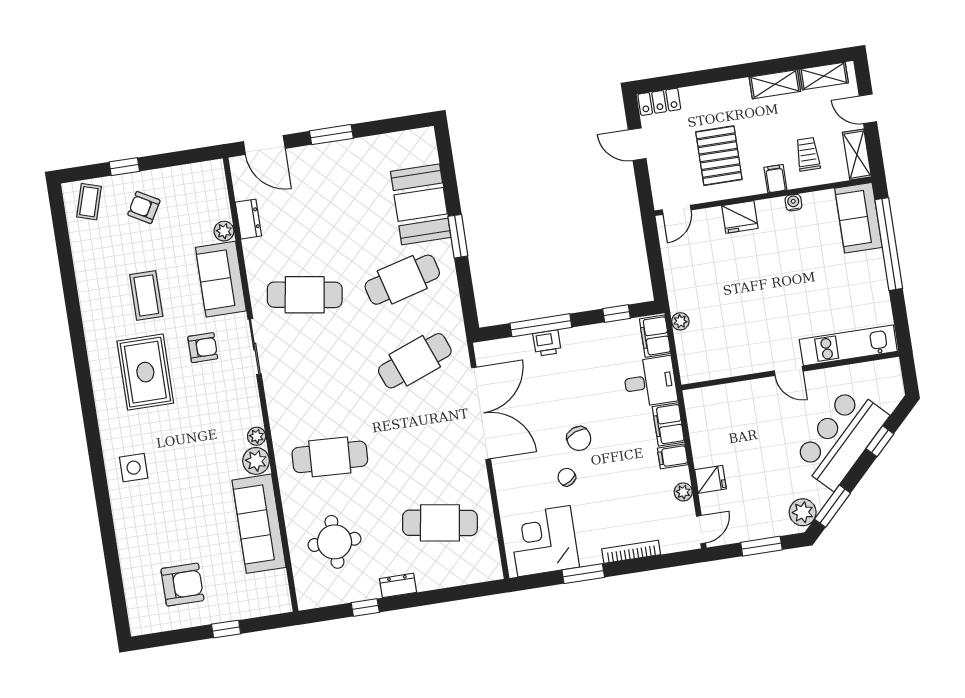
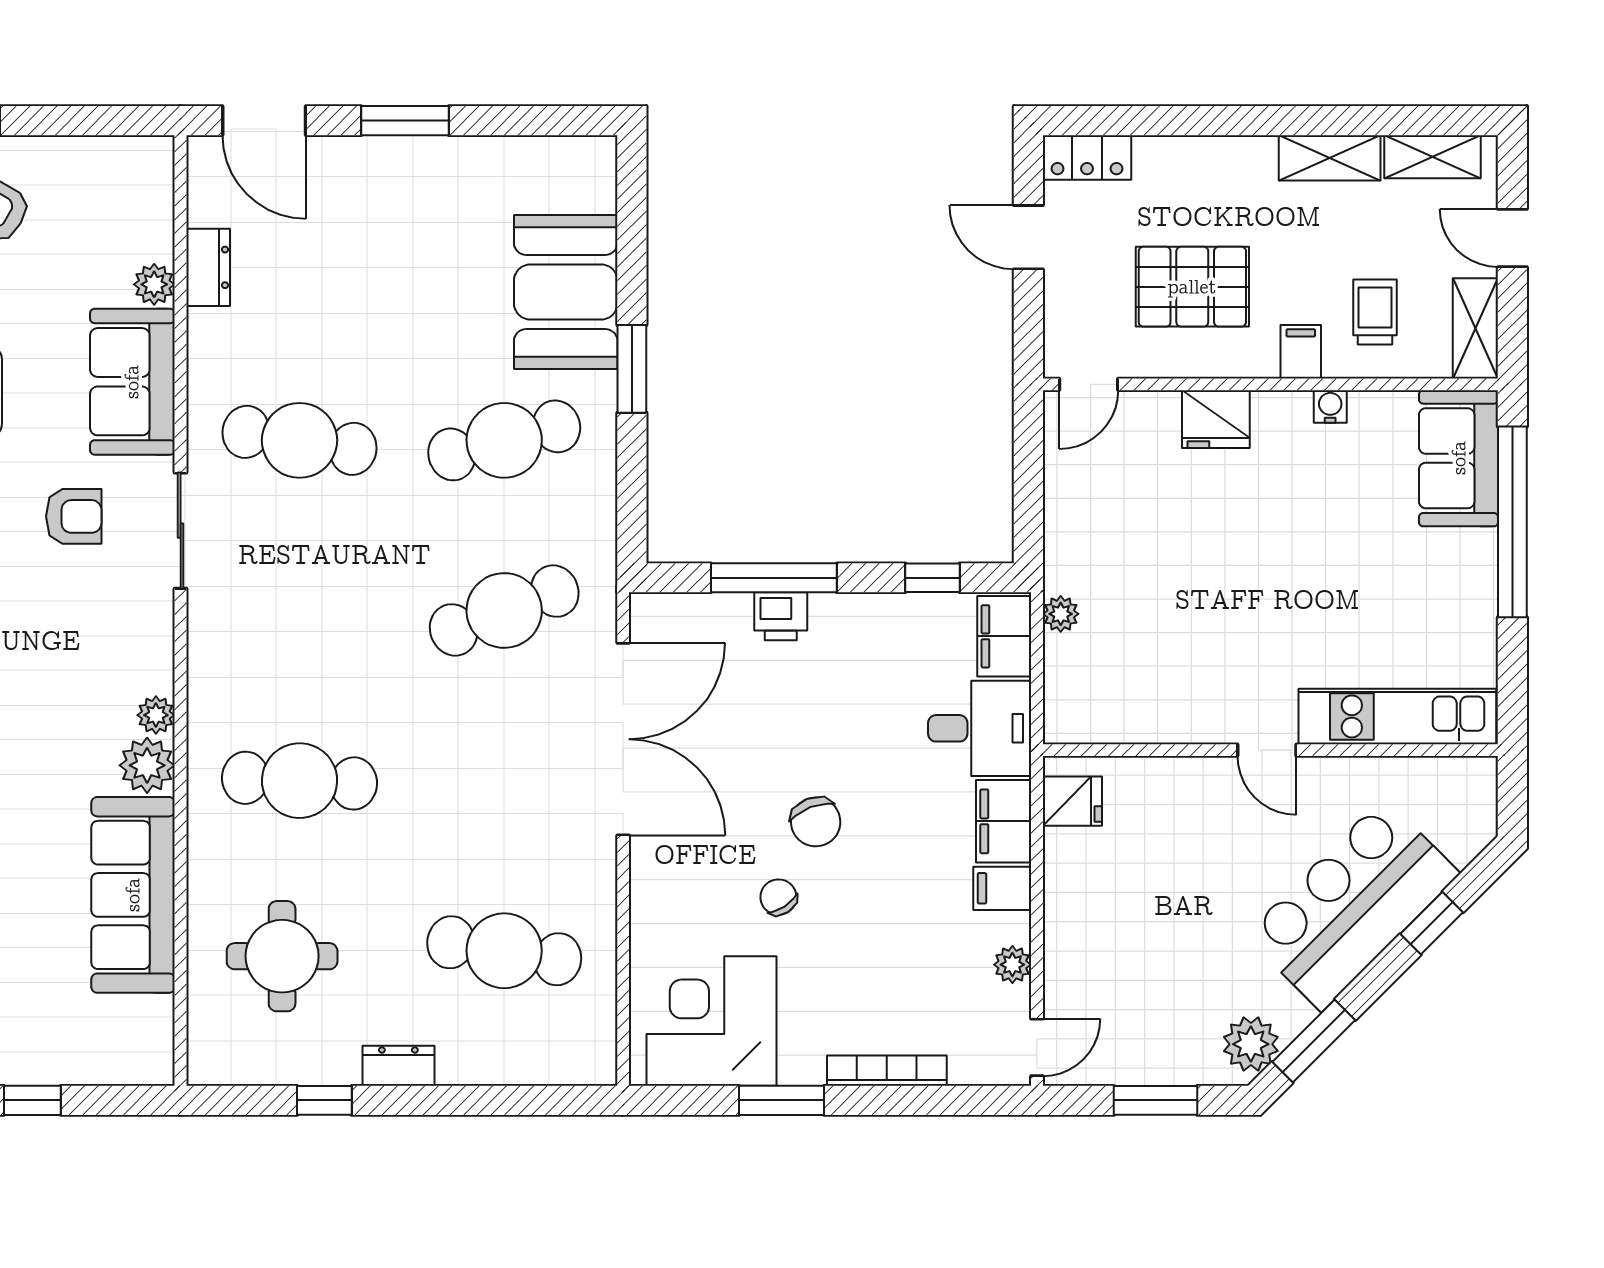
pallet: (719, 156) -> (1192, 287), turned 90
fridge: (710, 479) -> (1072, 801), moved

